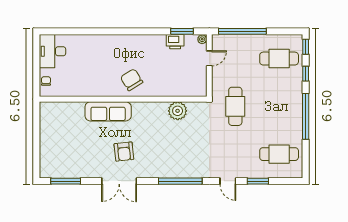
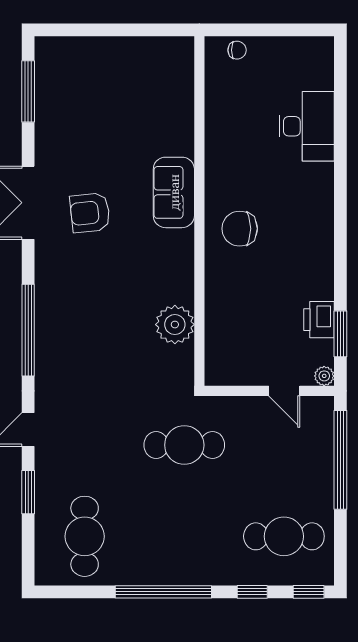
desk: (52, 51) -> (307, 126), moved, turned 90
cafe table: (279, 59) -> (284, 536), turned 90
chair: (132, 80) -> (240, 229), turned -148
sofa: (108, 111) -> (174, 192), width x0.73

